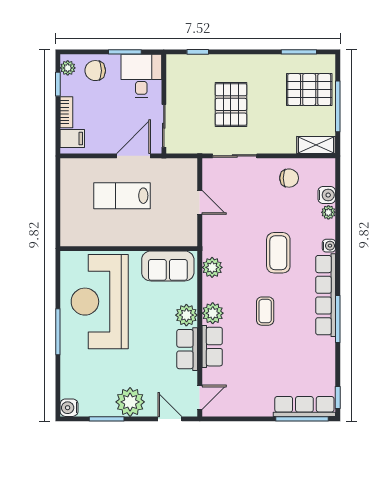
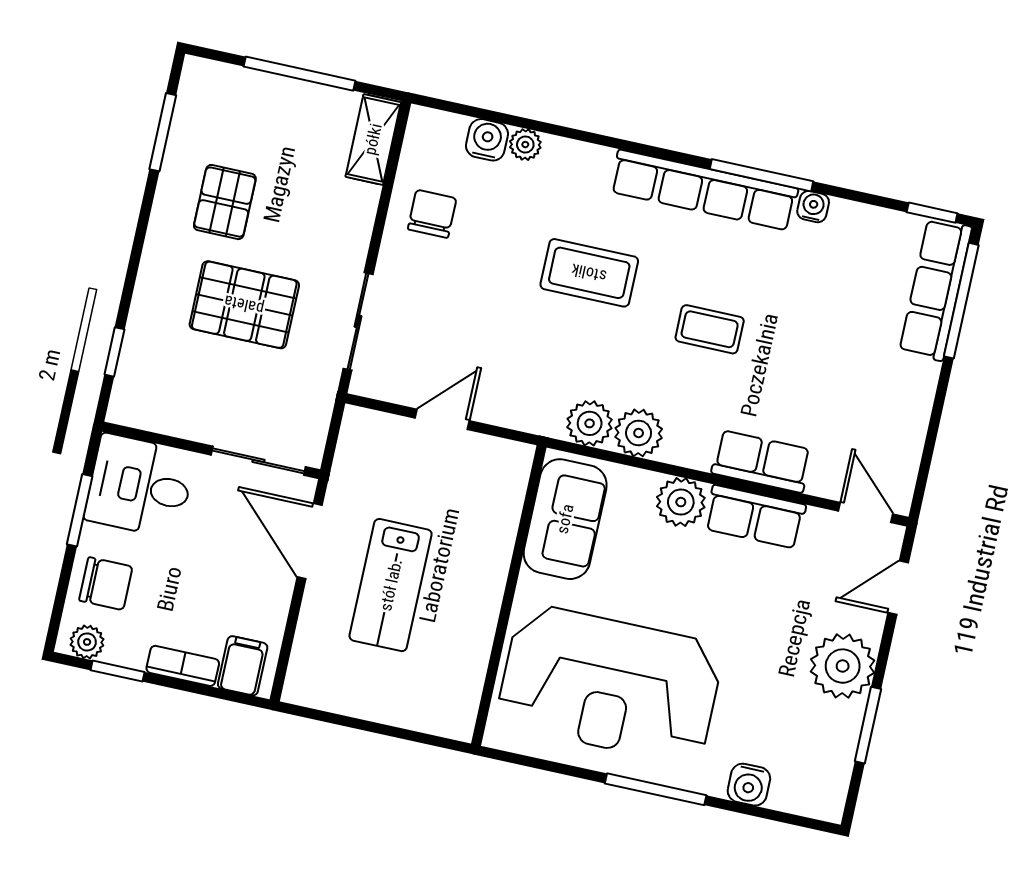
chair: (95, 71) -> (106, 584), turned -90
pallet: (309, 90) -> (225, 202), moved, width x0.67, depth x0.71
water cooler: (329, 246) -> (813, 207), moved
plant: (213, 313) -> (639, 433), moved
water cooler: (69, 408) -> (749, 785), moved

